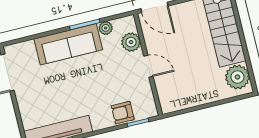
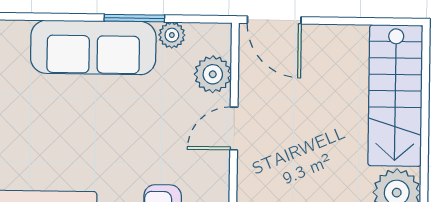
door: (148, 66) -> (234, 128), swing flipped

